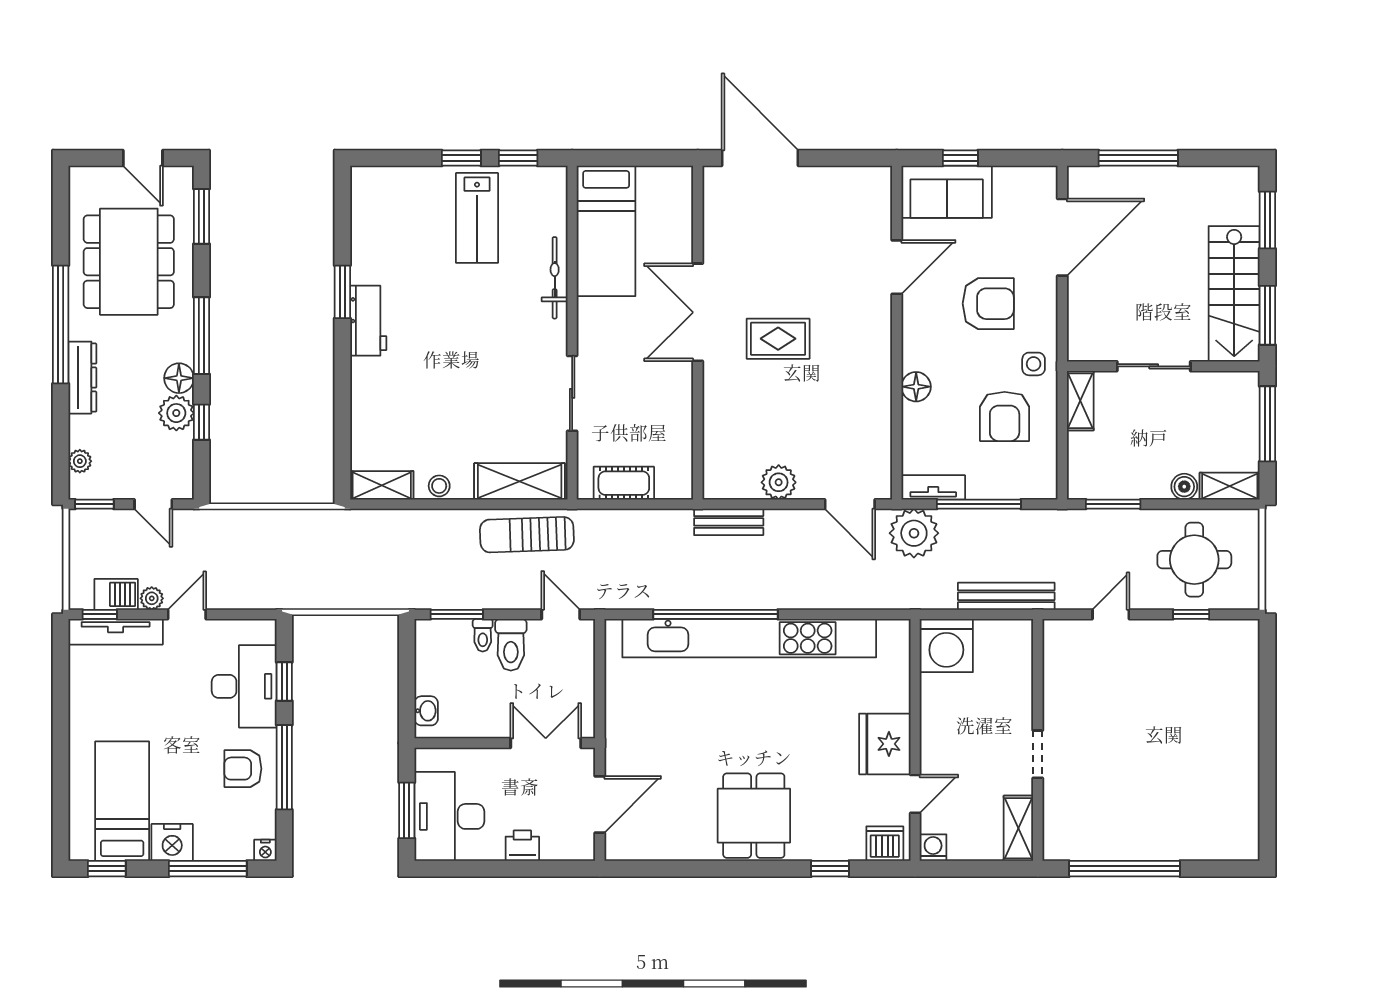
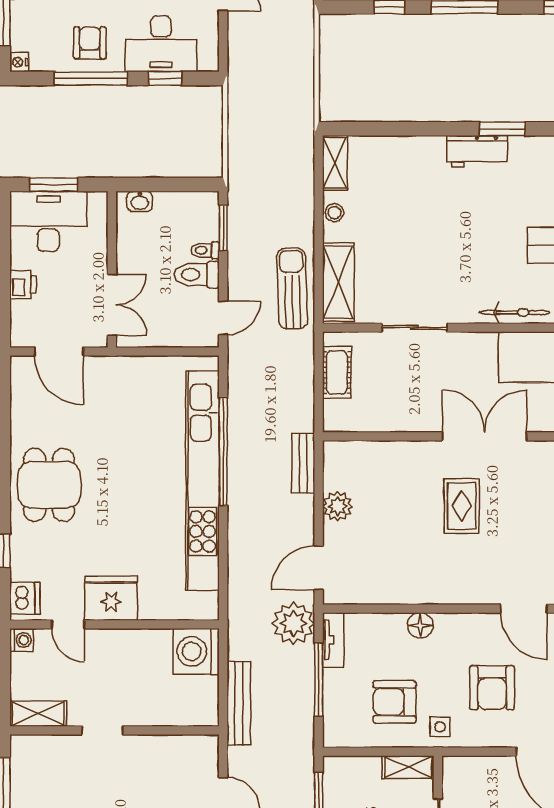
dining table: (754, 816) -> (49, 485), turned 90

